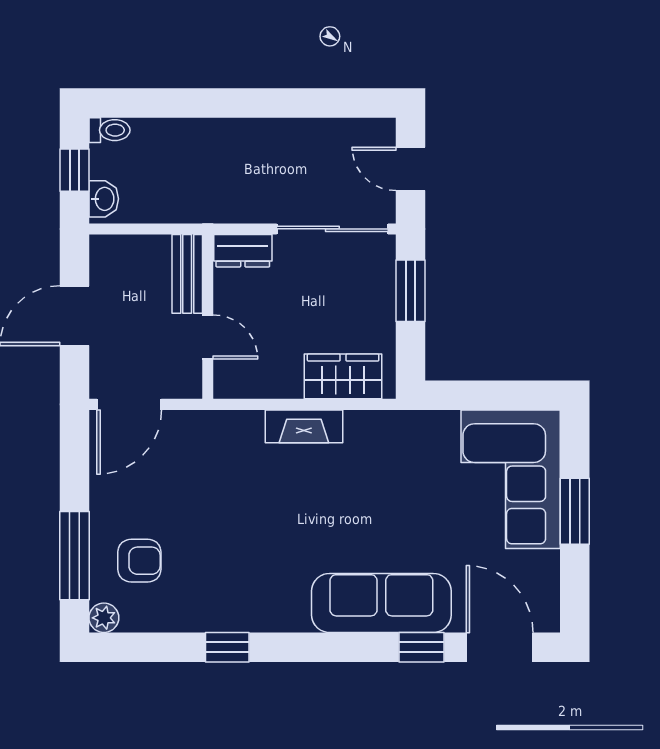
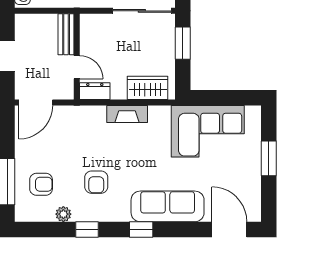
dresser: (243, 251) -> (95, 91), moved, turned 180
corner sofa: (511, 479) -> (208, 131), moved, turned -90
armchair: (245, 557) -> (96, 182), added
plant: (104, 618) -> (63, 214), moved
window: (422, 647) -> (141, 230), moved

